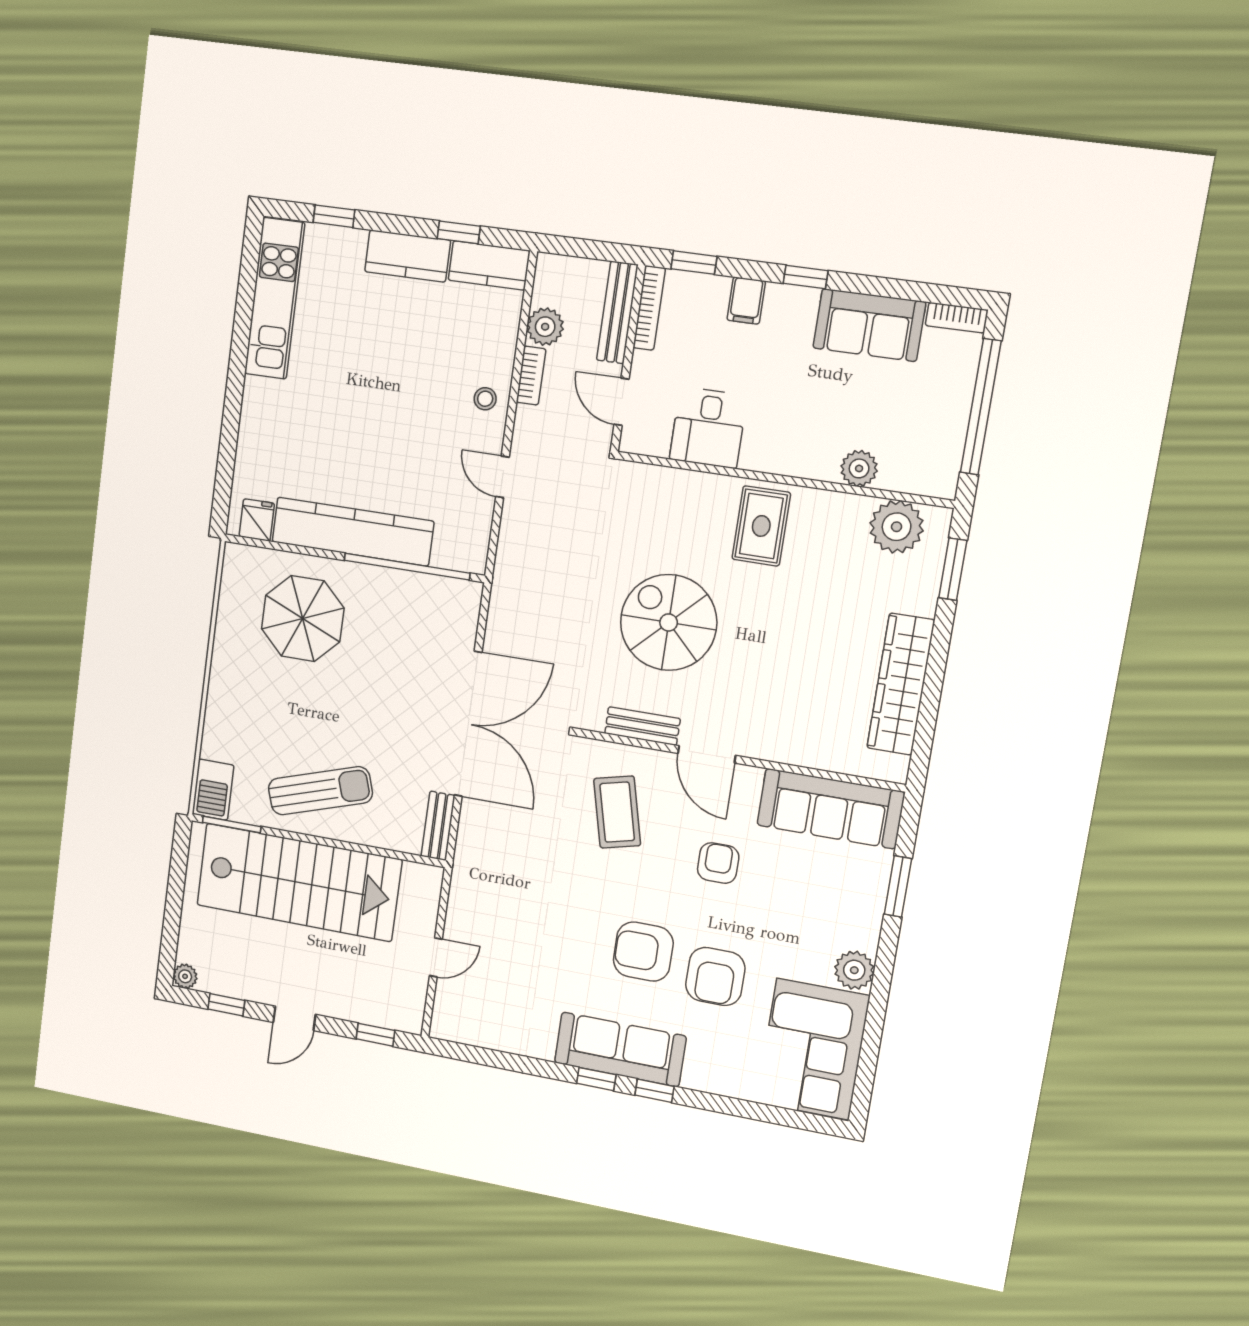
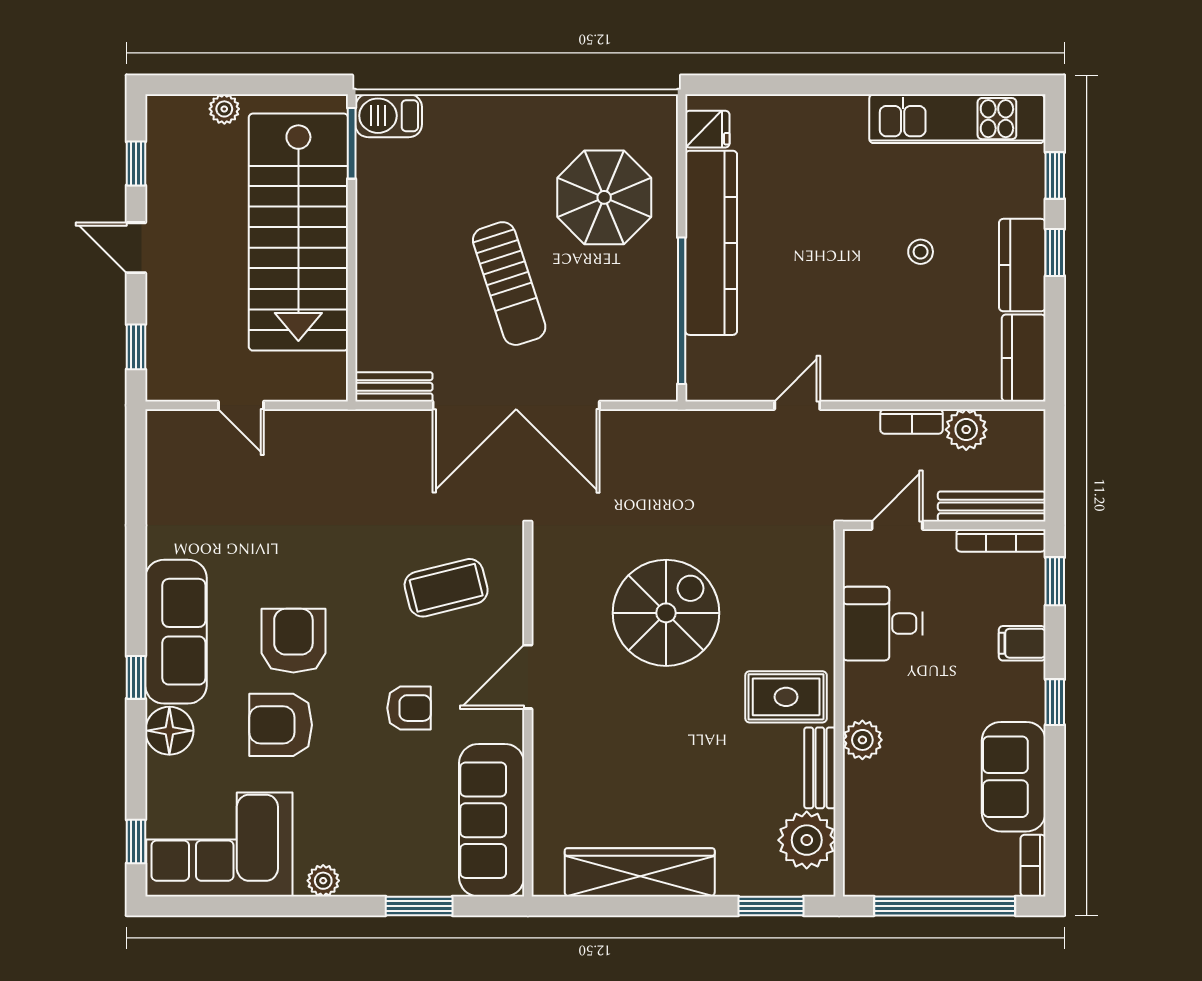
window: (459, 232) -> (1055, 253), moved
stool: (485, 399) -> (921, 252), moved
plant: (859, 468) -> (862, 740), moved
bench: (642, 726) -> (820, 768), moved
sun lounger: (320, 791) -> (509, 284), moved
plant: (854, 970) -> (323, 881), width x0.73, depth x0.73
plant: (185, 976) -> (224, 109), moved
floor lamp: (705, 1072) -> (169, 731), added
window: (596, 1079) -> (136, 842), moved

